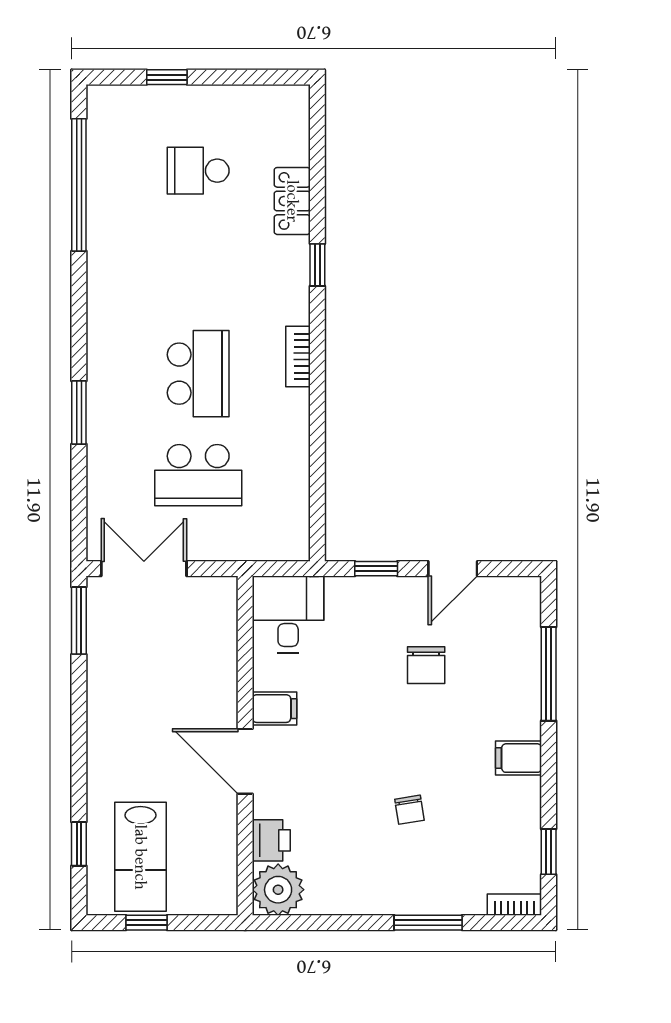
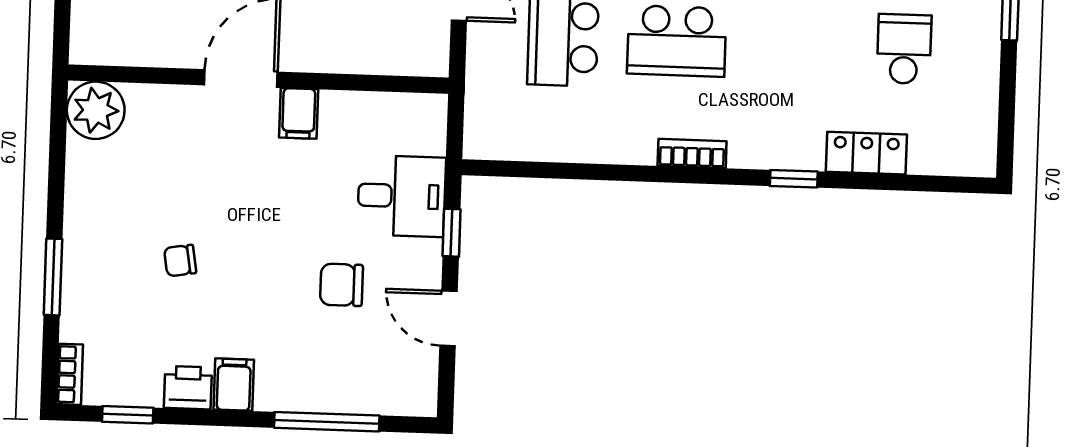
desk: (288, 614) -> (402, 196), moved
printer: (271, 840) -> (188, 388), moved, turned 180

